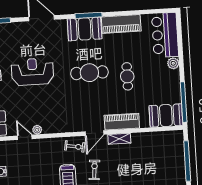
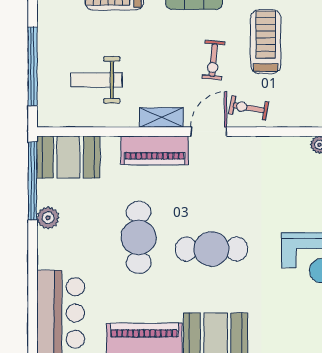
plant: (173, 63) -> (48, 218), moved
cafe table: (127, 76) -> (139, 237), width x1.37, depth x1.35
weight bench: (154, 156) -> (96, 80), added

